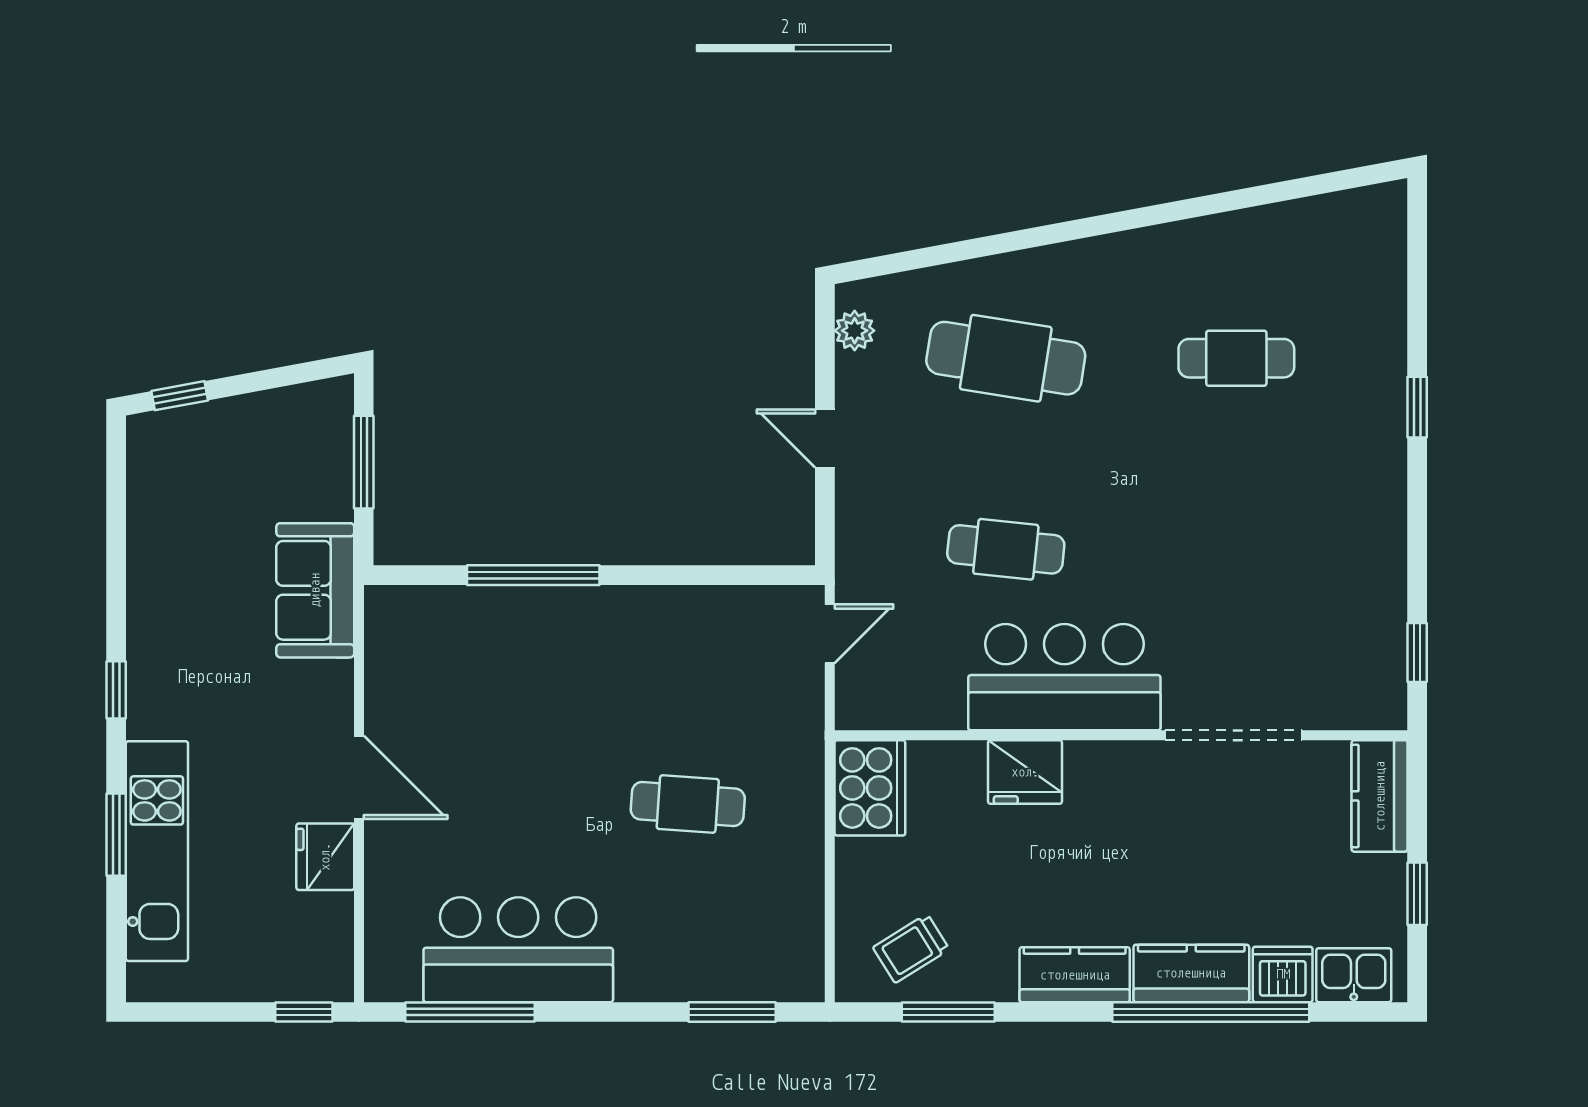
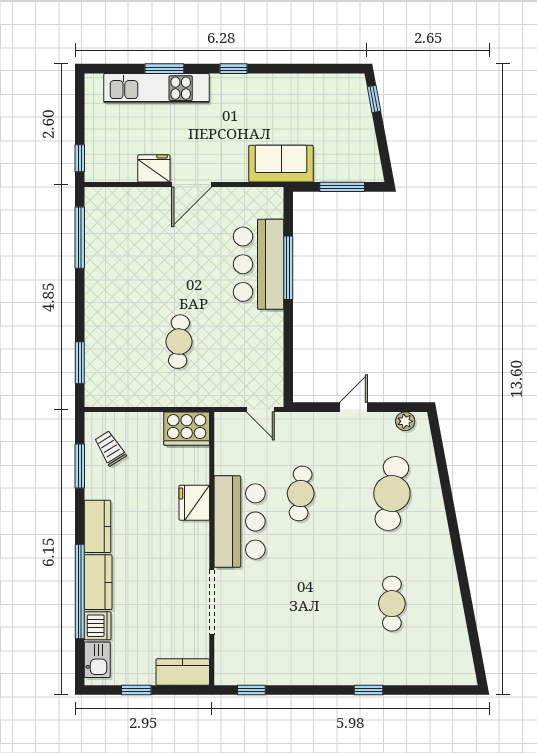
bar counter: (518, 950) -> (259, 264), moved, turned 180

